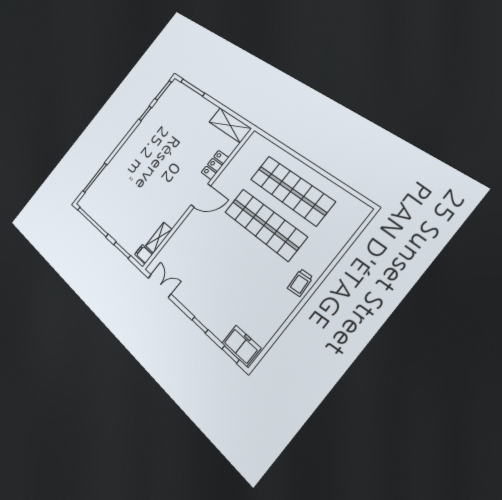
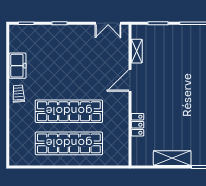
shelving: (230, 125) -> (172, 158), moved
door: (201, 195) -> (130, 80), moved
filing cabinet: (144, 254) -> (138, 33), removed
freezer: (241, 346) -> (18, 66), moved, turned -90

